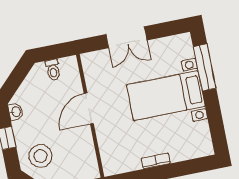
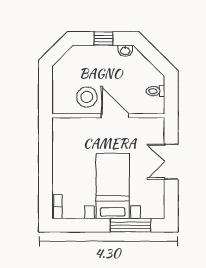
stool: (40, 156) -> (87, 97), moved
bookcase: (156, 161) -> (57, 207), moved

